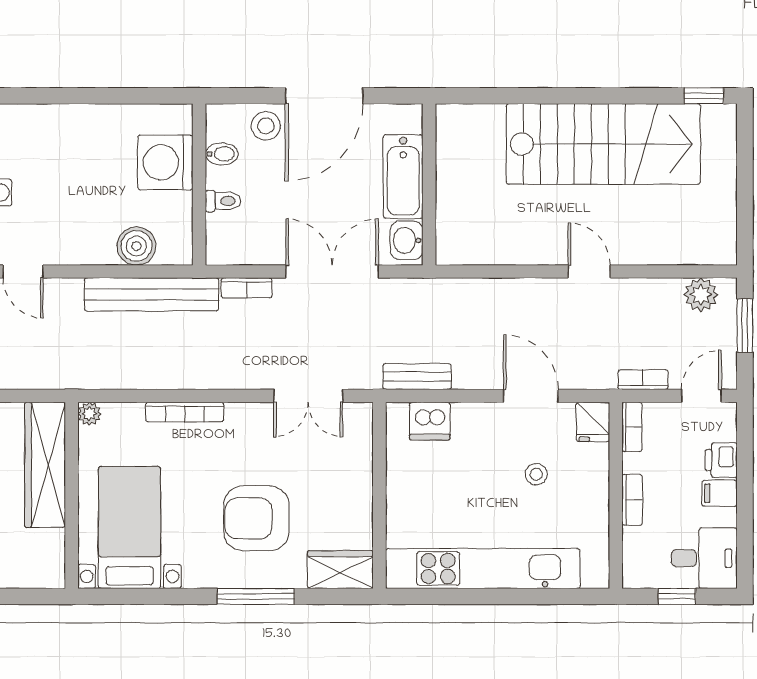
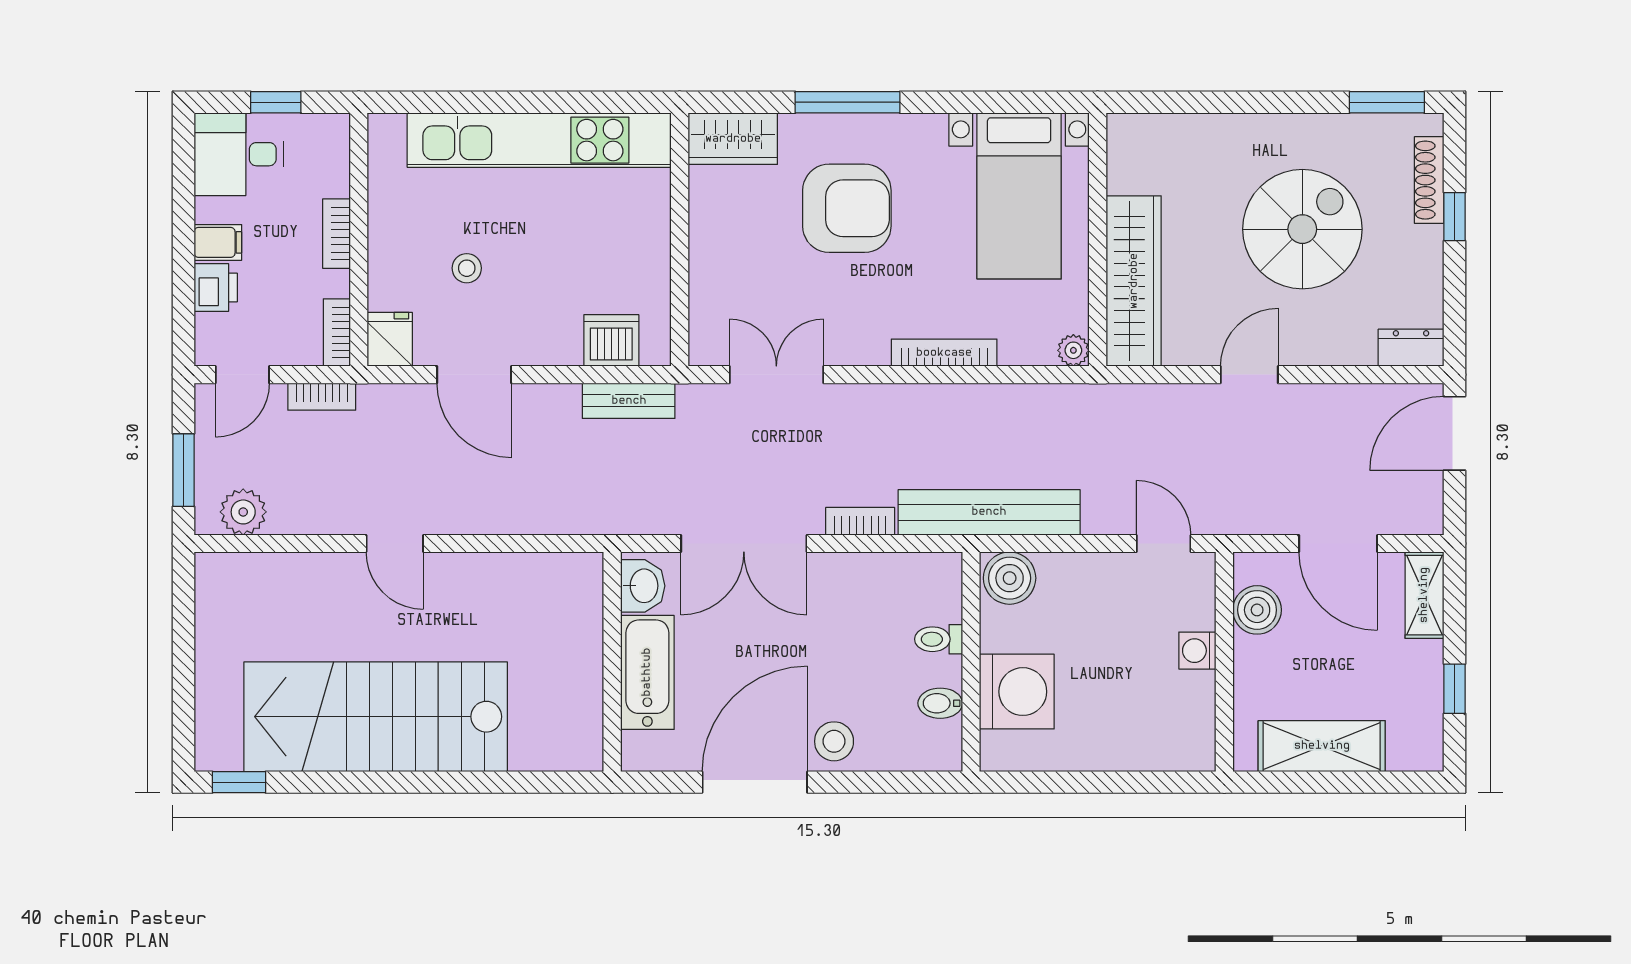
bidet: (222, 154) -> (940, 703), moved
washing machine: (165, 162) -> (1017, 692), moved
wall: (199, 184) -> (971, 662), moved
toilet: (223, 201) -> (939, 639), moved

